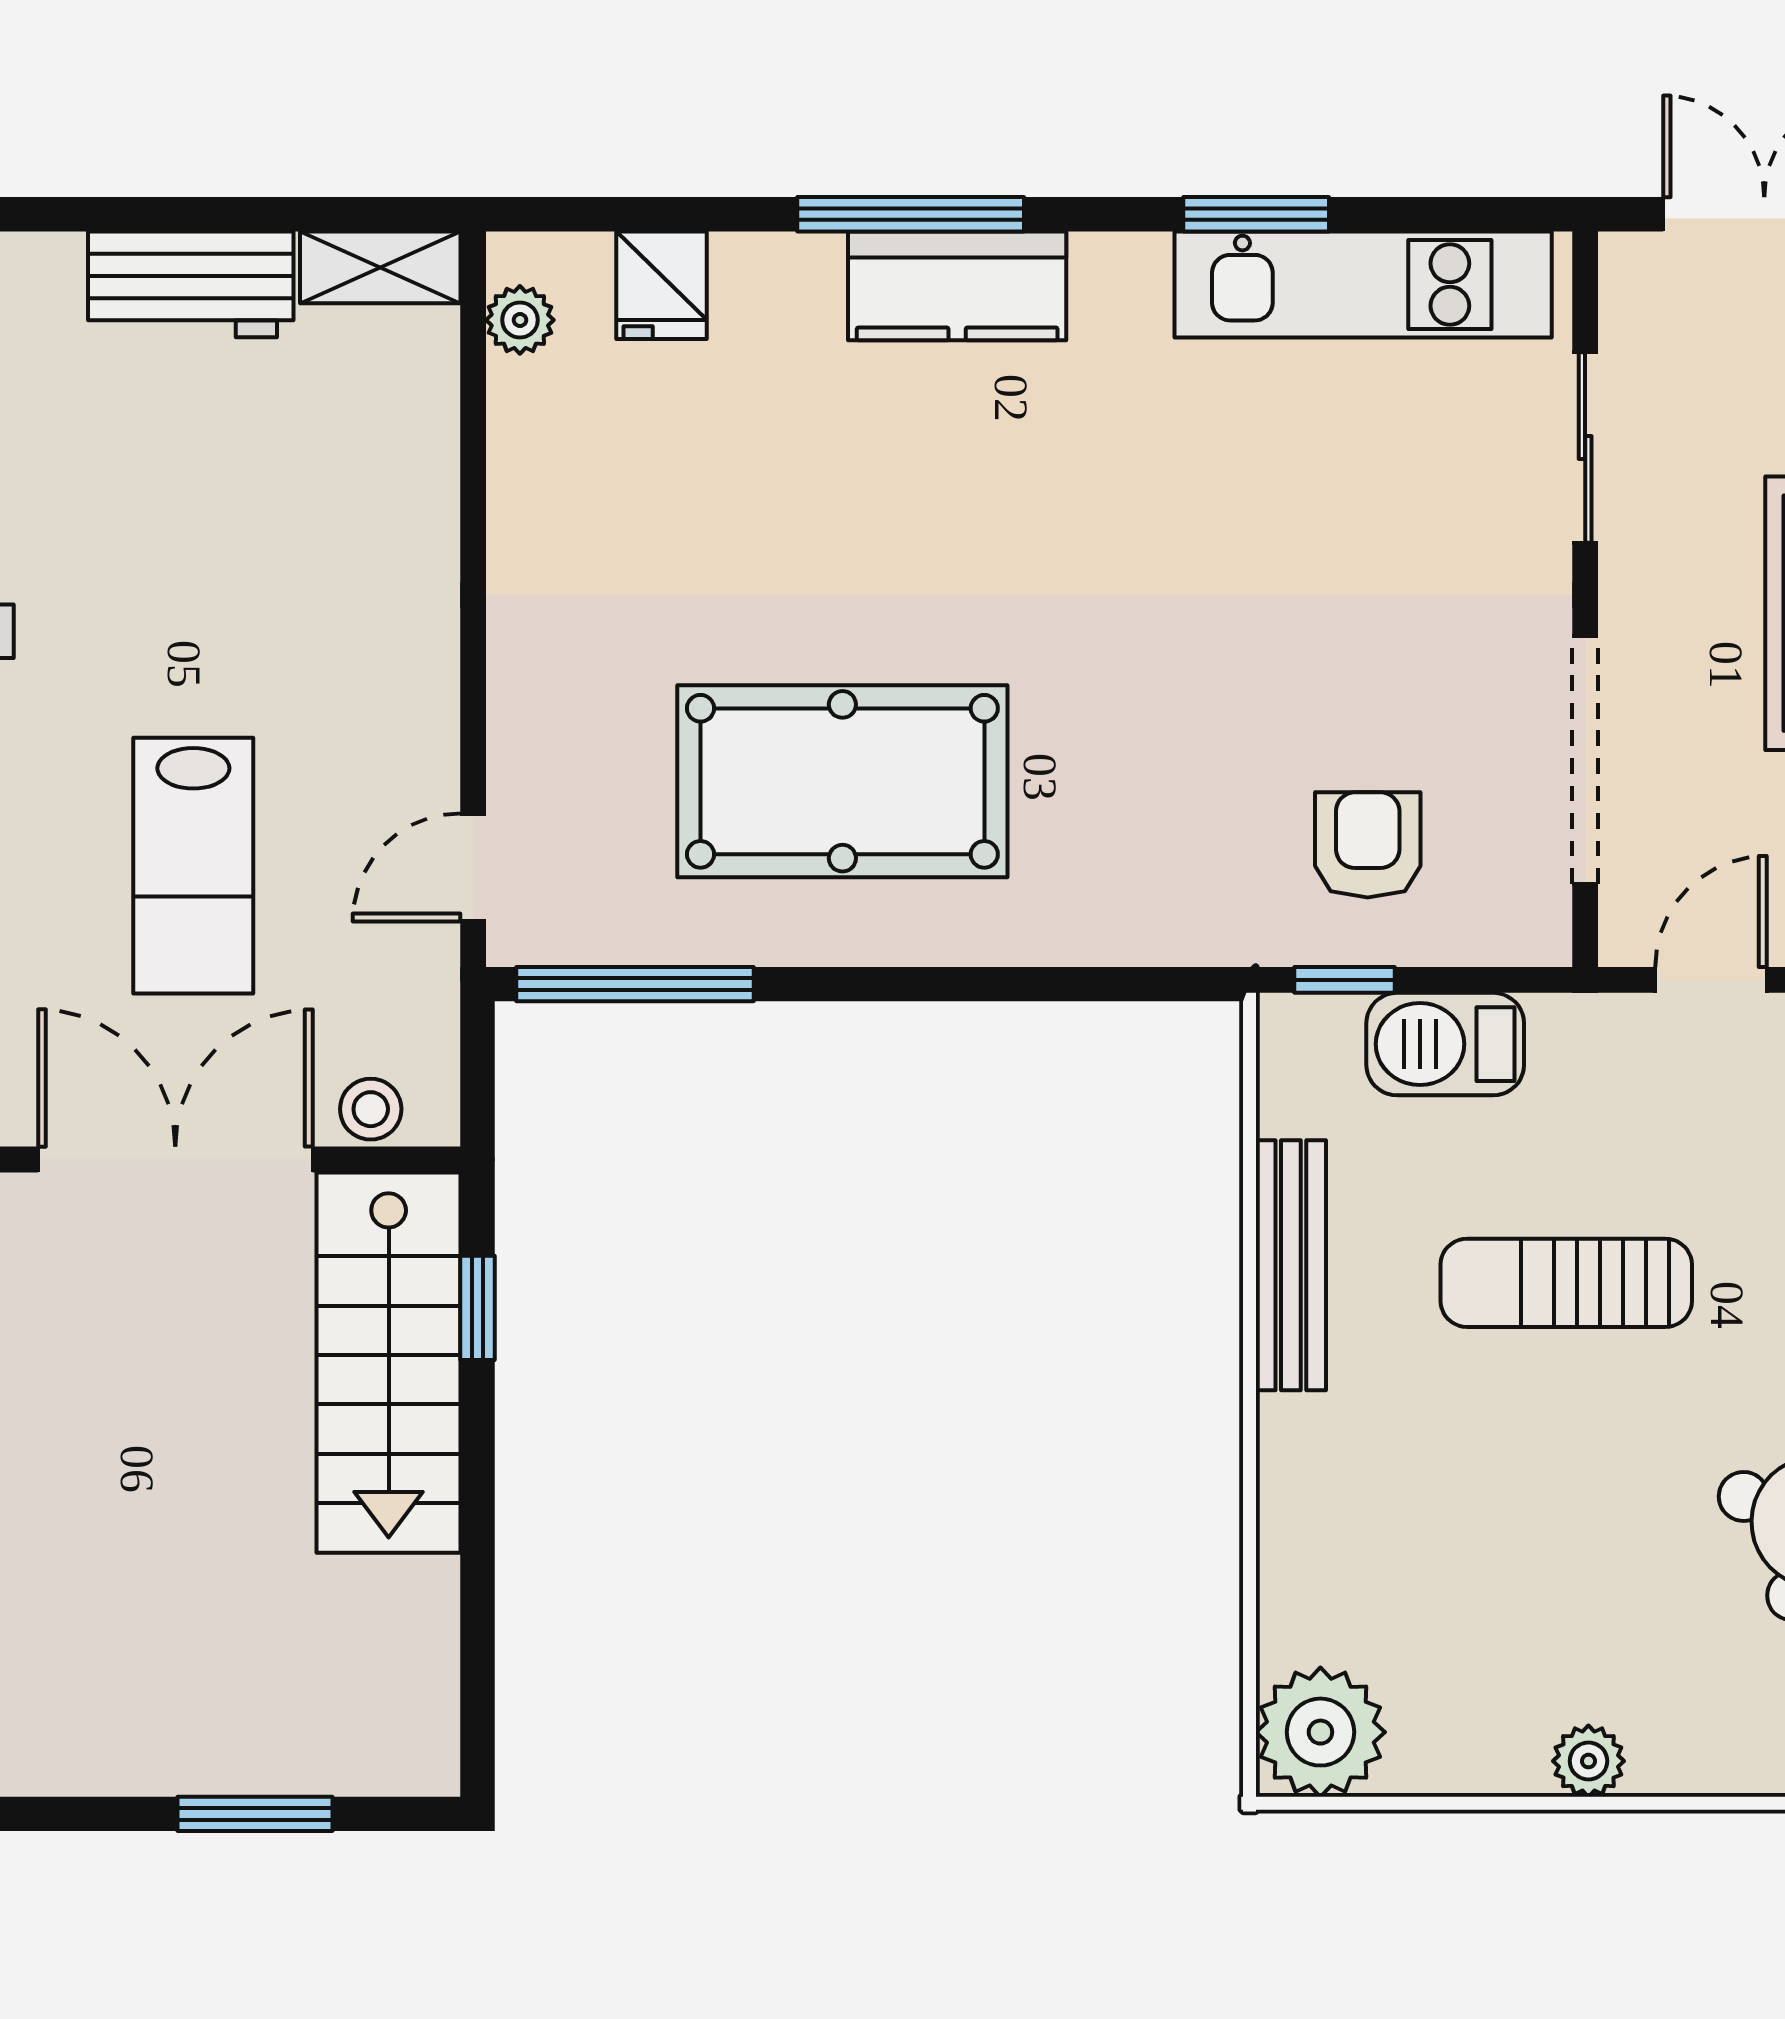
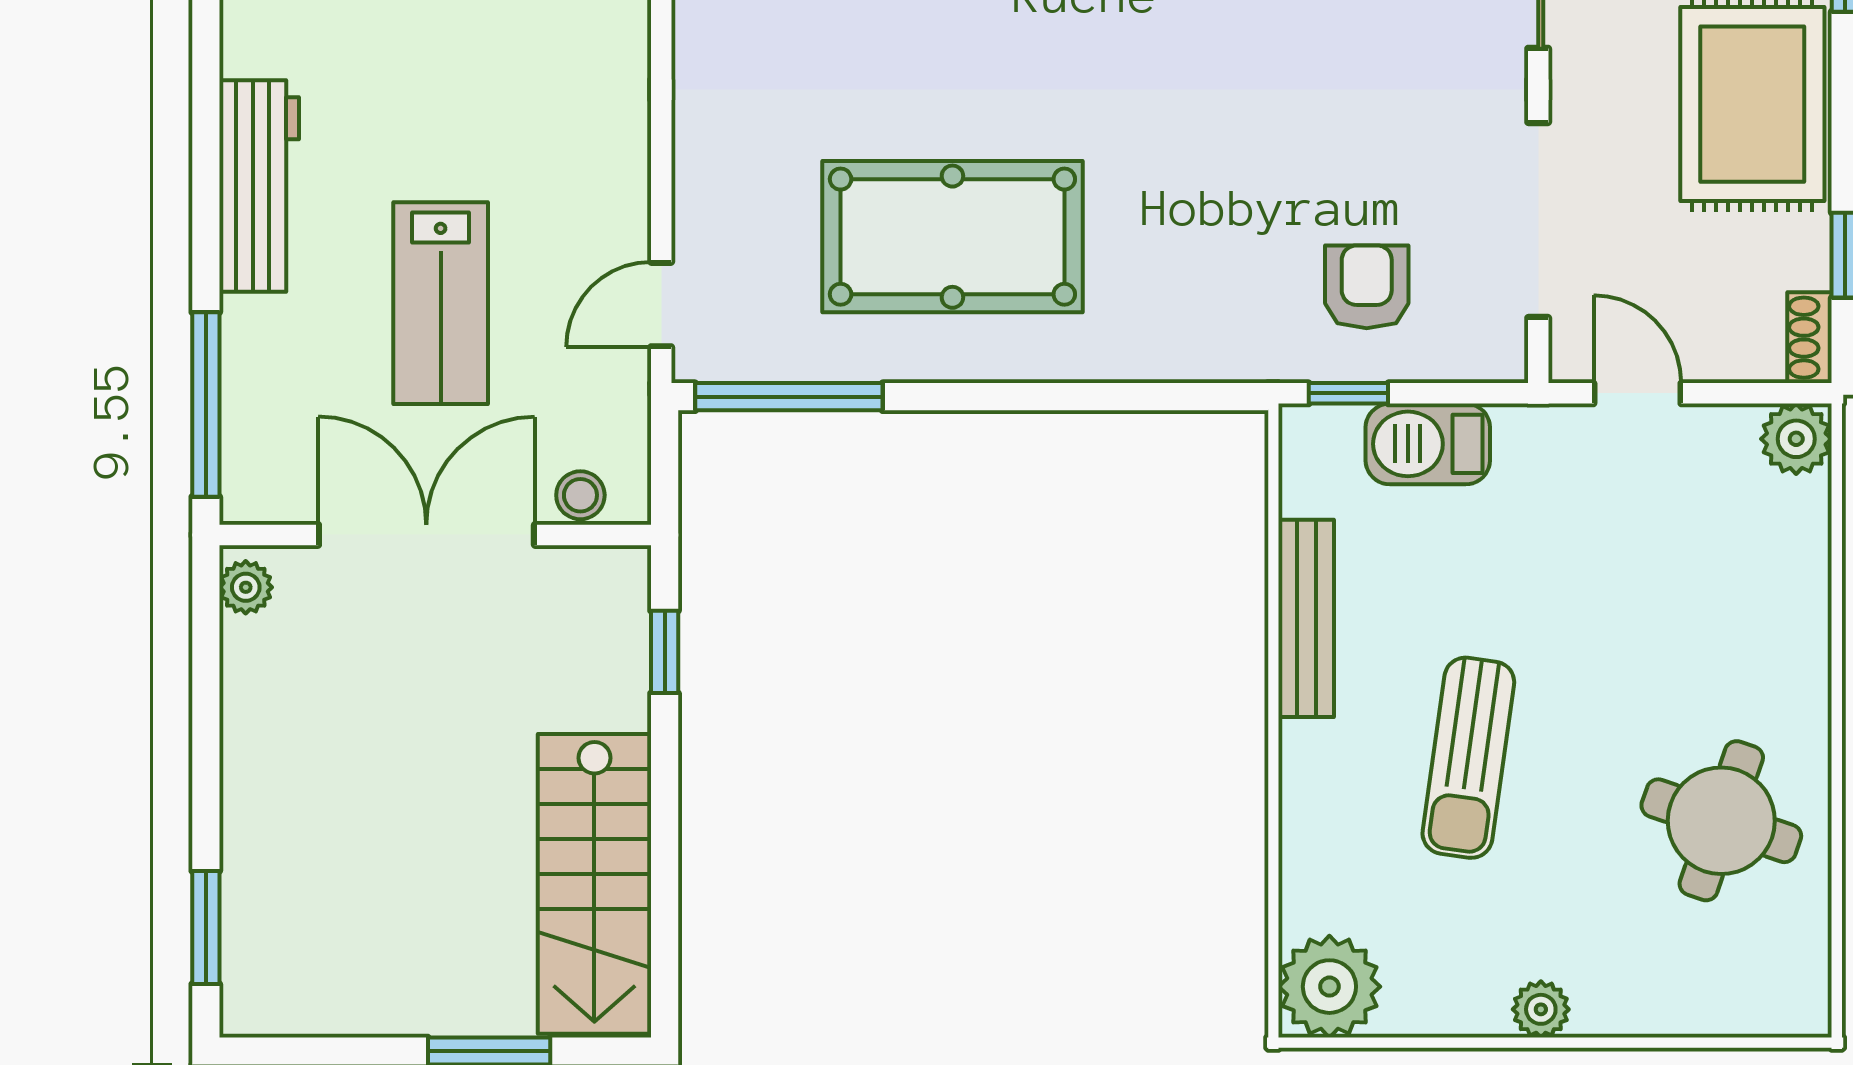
door: (1711, 980) -> (1637, 393), hinge flipped
sun lounger: (1566, 1283) -> (1468, 758), moved, turned -82
stairs: (389, 1363) -> (594, 884), moved

